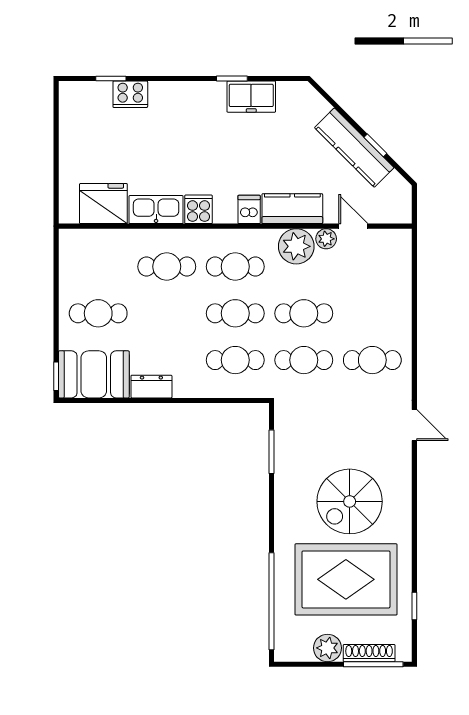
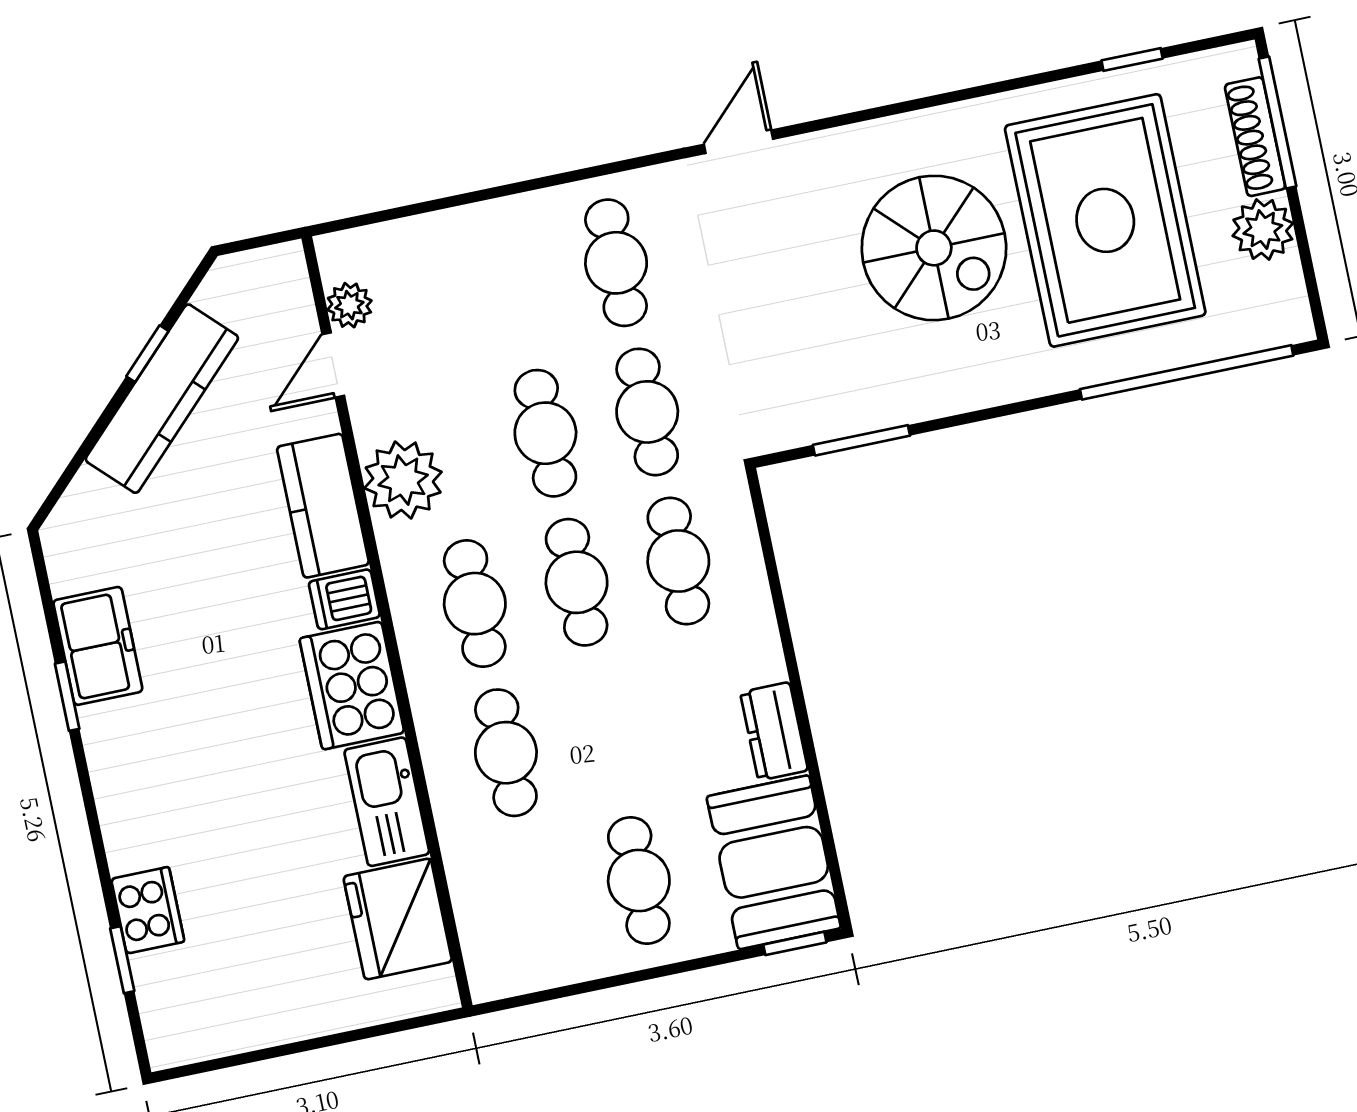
cooker: (199, 209) -> (352, 685), width x1.87, depth x1.31
plant: (326, 239) -> (349, 305), moved

